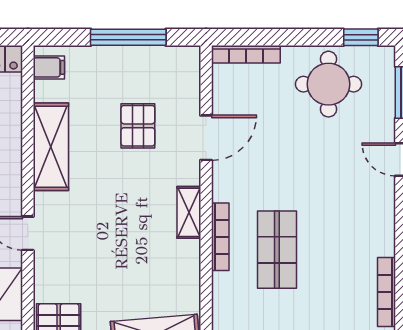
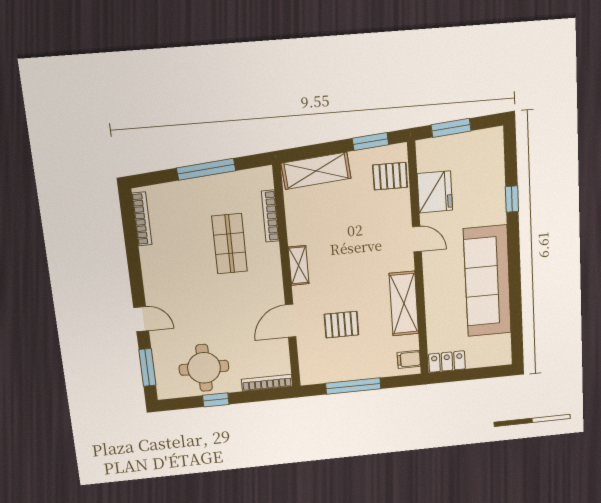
window: (361, 37) -> (216, 400), moved
pallet: (138, 126) -> (341, 325), turned 90
bookcase: (220, 237) -> (270, 216), moved

